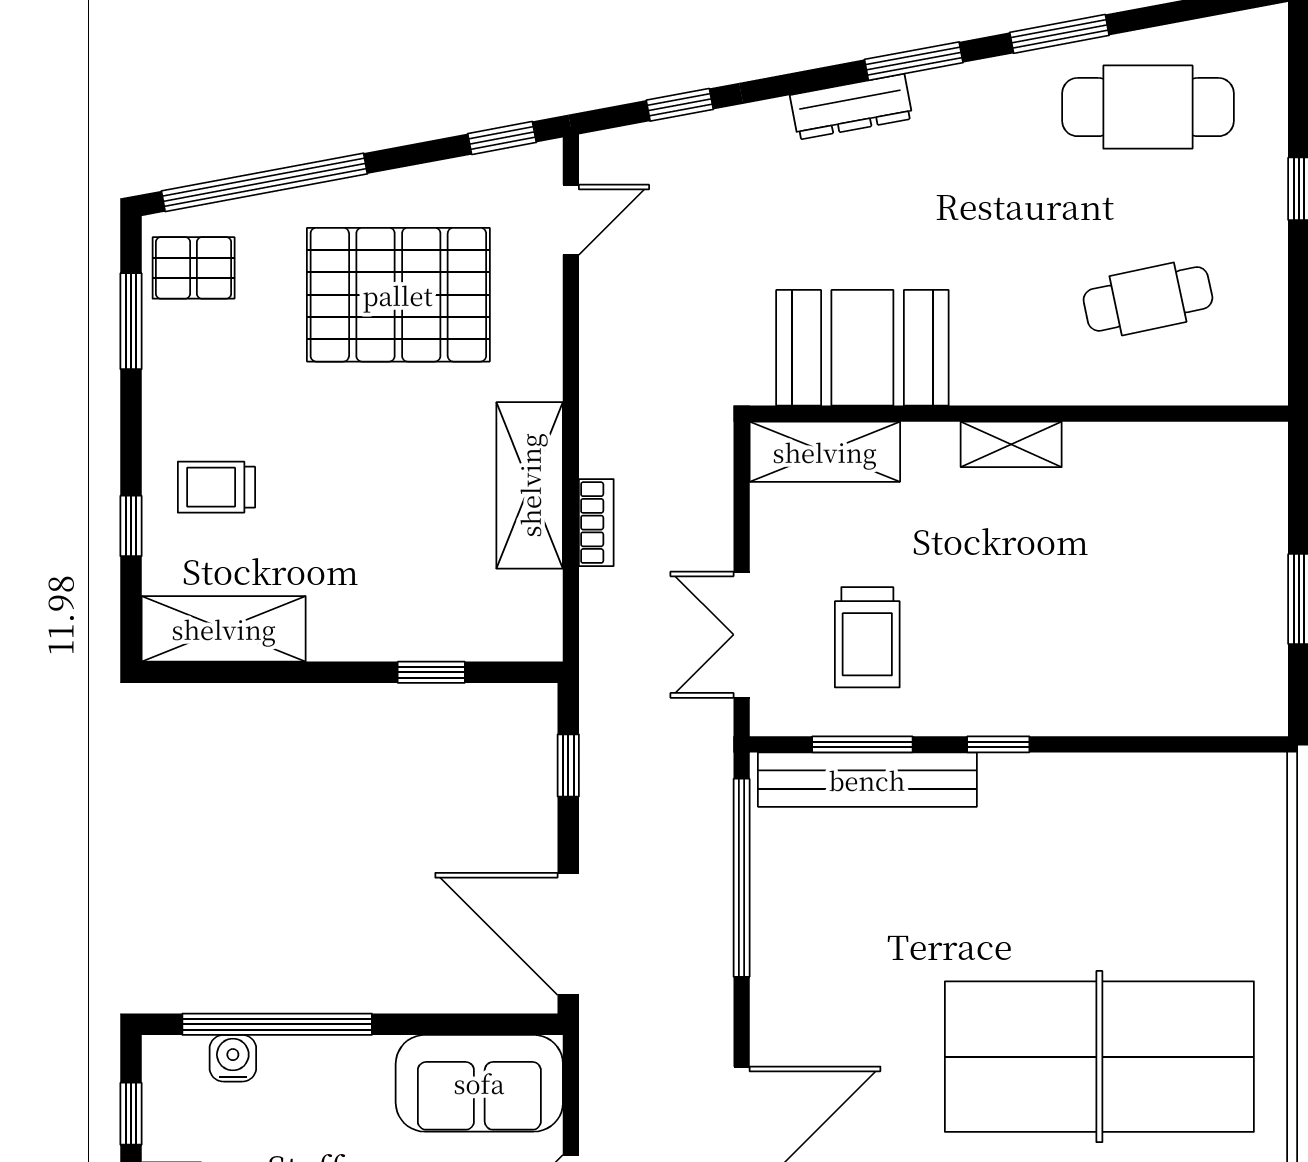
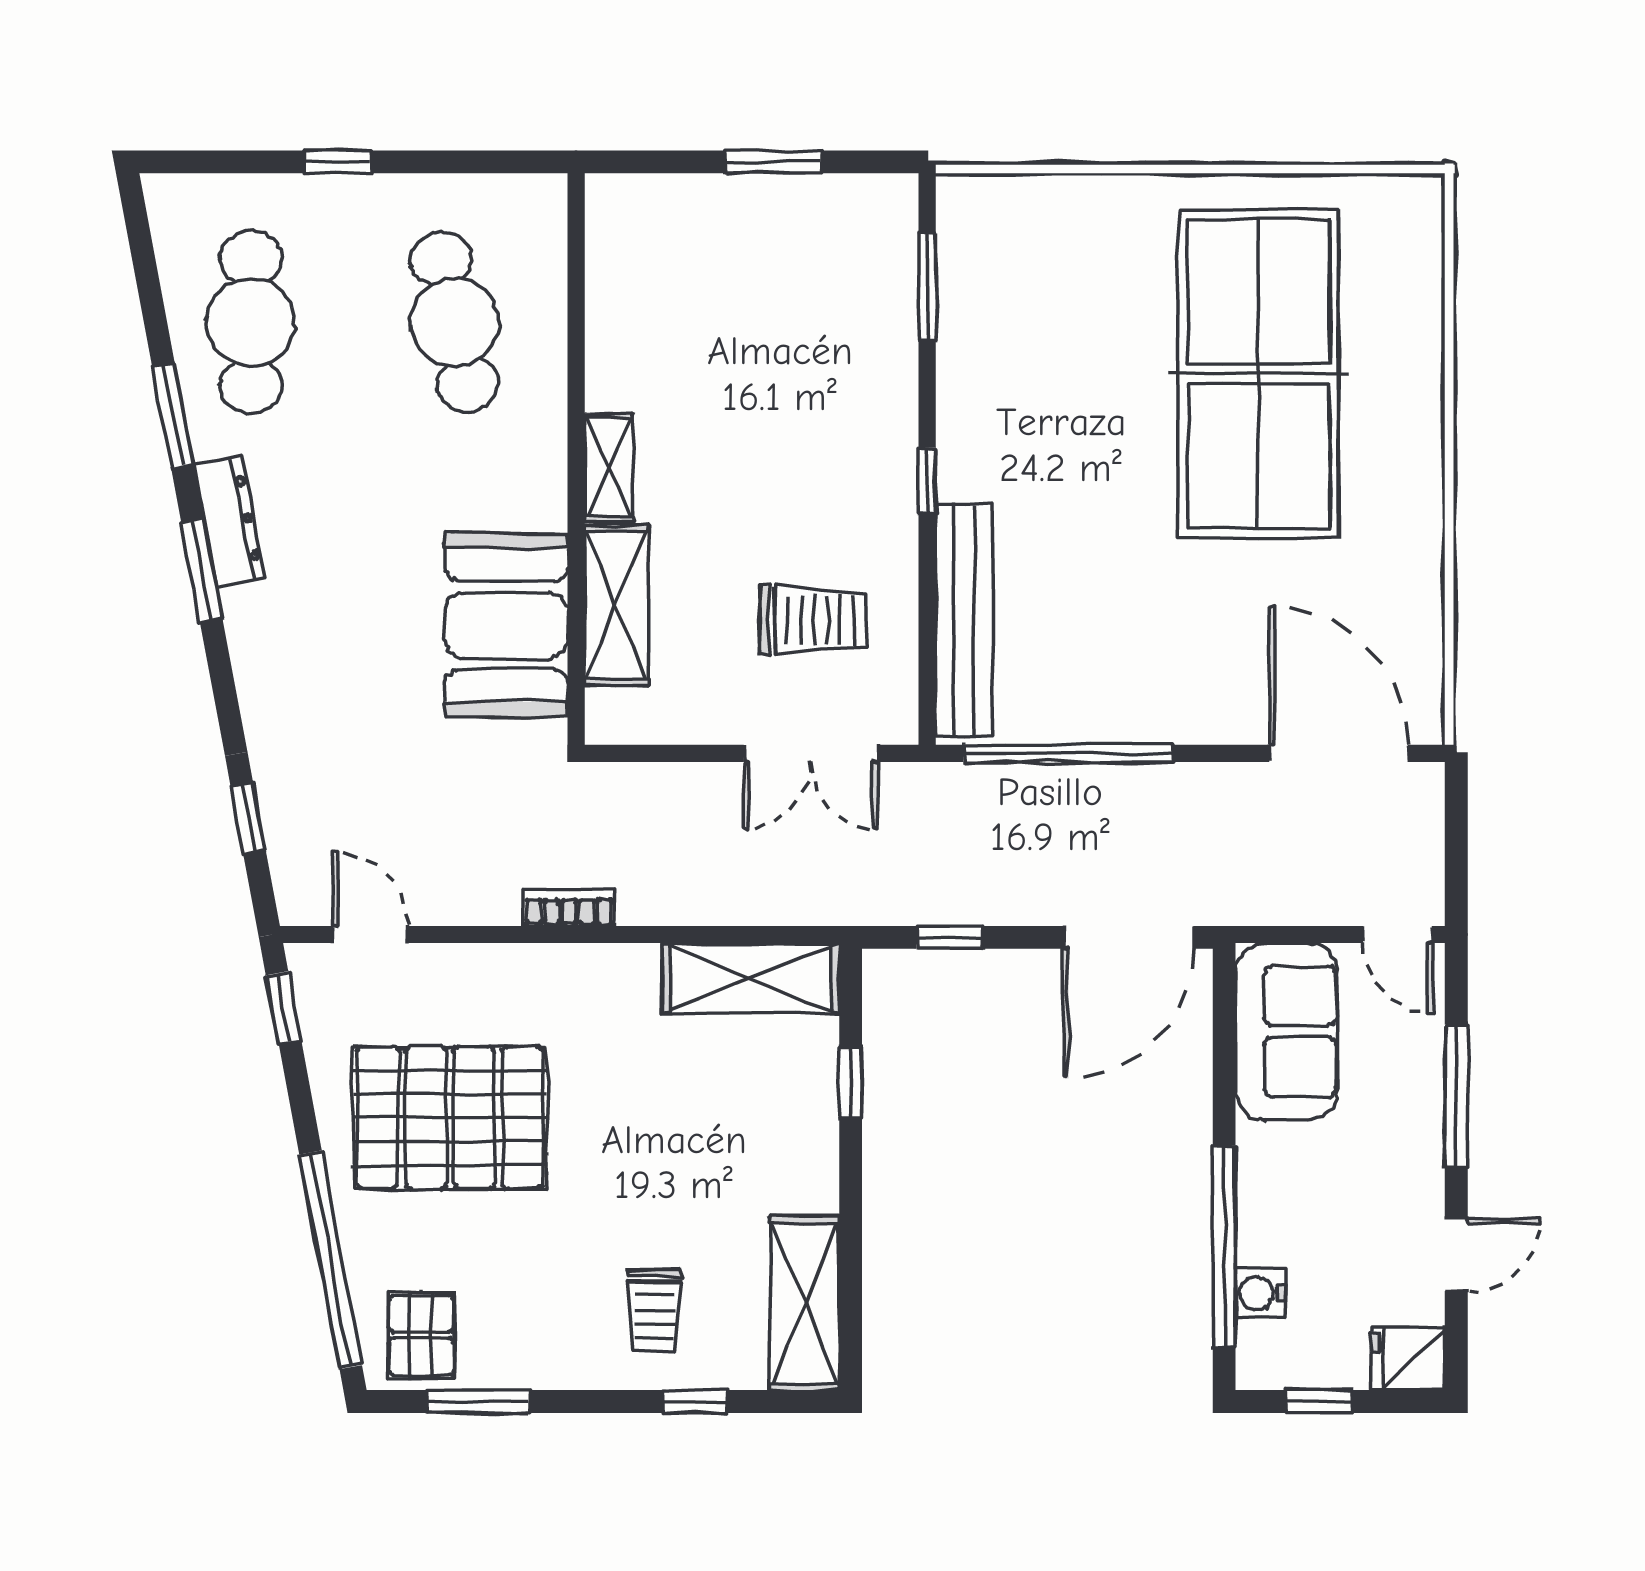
dresser: (851, 107) -> (229, 522), moved
pallet: (398, 295) -> (450, 1118), turned 90
cafe table: (1148, 299) -> (454, 322), width x1.37, depth x1.35
shelving: (825, 452) -> (617, 605), moved
shelving: (530, 485) -> (751, 978), moved
bookcase: (596, 523) -> (569, 908), moved
window: (862, 744) -> (927, 287), moved

